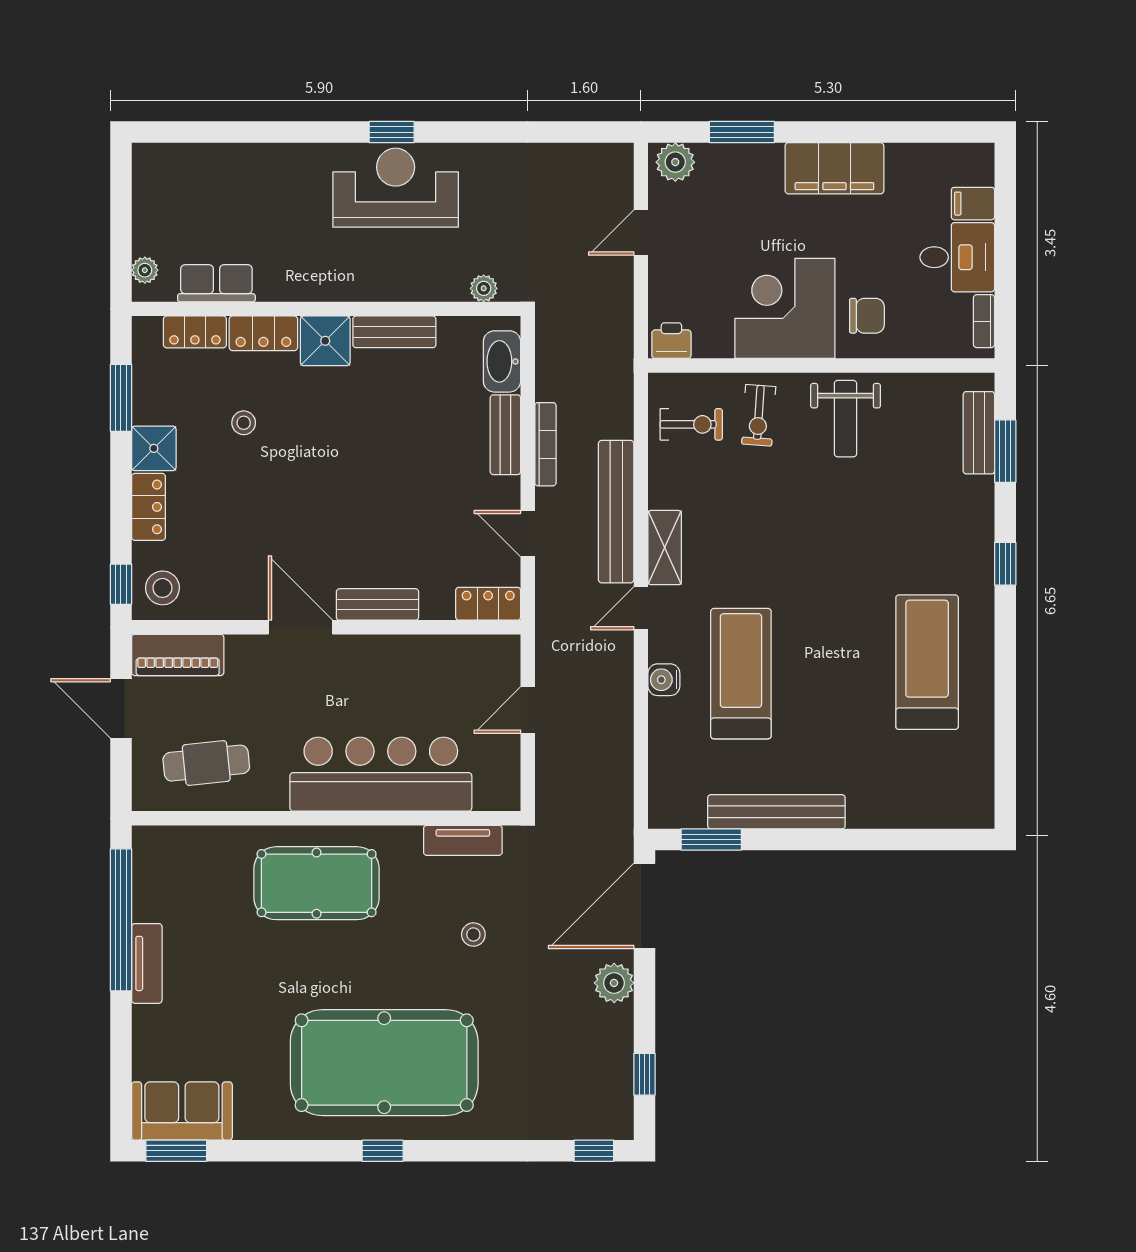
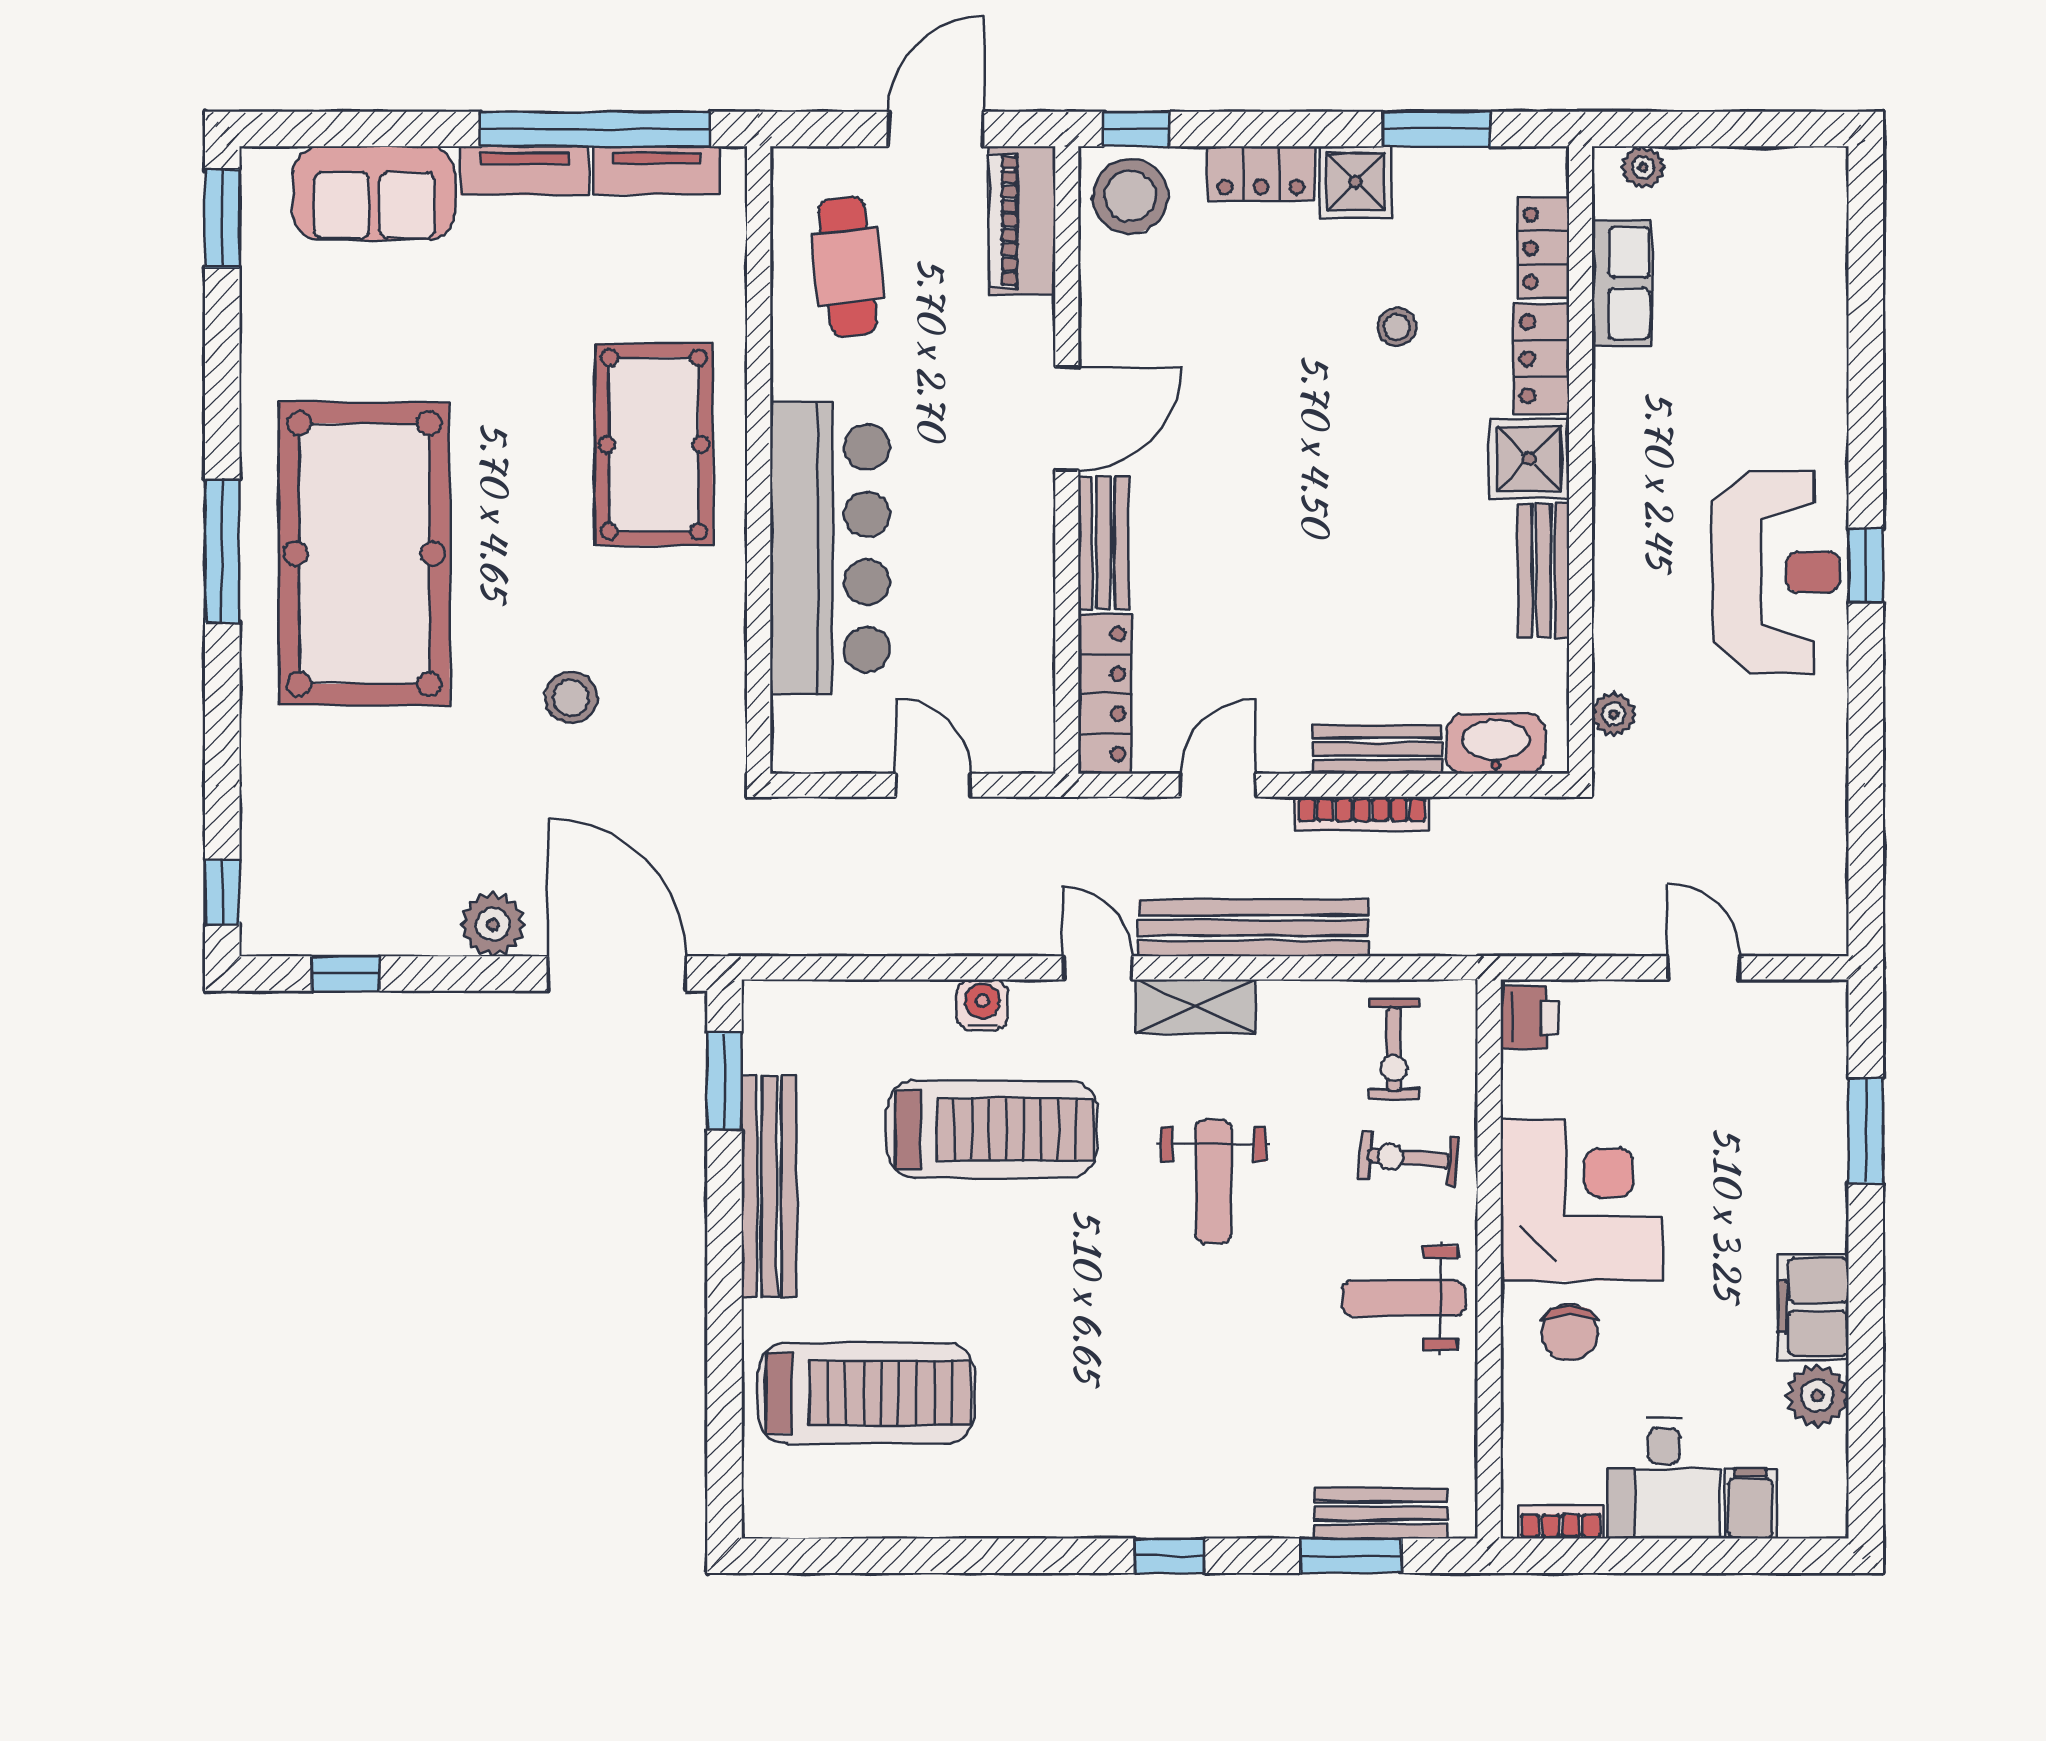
plant: (675, 162) -> (1817, 1396), moved
filing cabinet: (834, 168) -> (1813, 1307), width x0.67, depth x0.86
weight bench: (773, 536) -> (1213, 1181), added
stool: (162, 588) -> (1130, 196), width x1.38, depth x1.38
locker: (488, 604) -> (1105, 694), width x1.53
treadmill: (927, 662) -> (866, 1393), moved
tv unit: (463, 840) -> (657, 170), moved, turned -90
stool: (473, 934) -> (571, 698), width x1.37, depth x1.37
sofa: (182, 1111) -> (374, 193), moved, turned 90
window: (383, 1151) -> (222, 551), width x2.17

